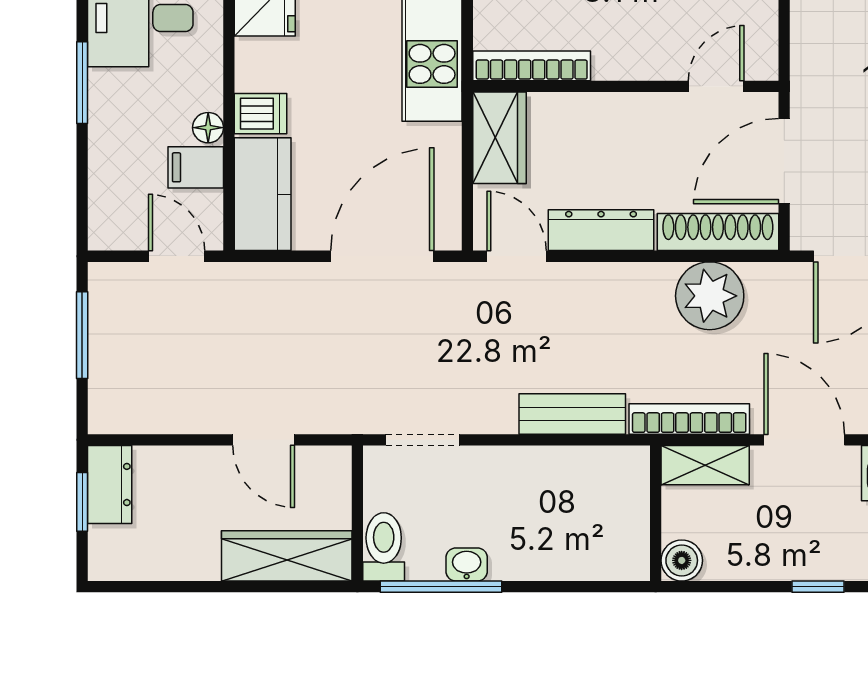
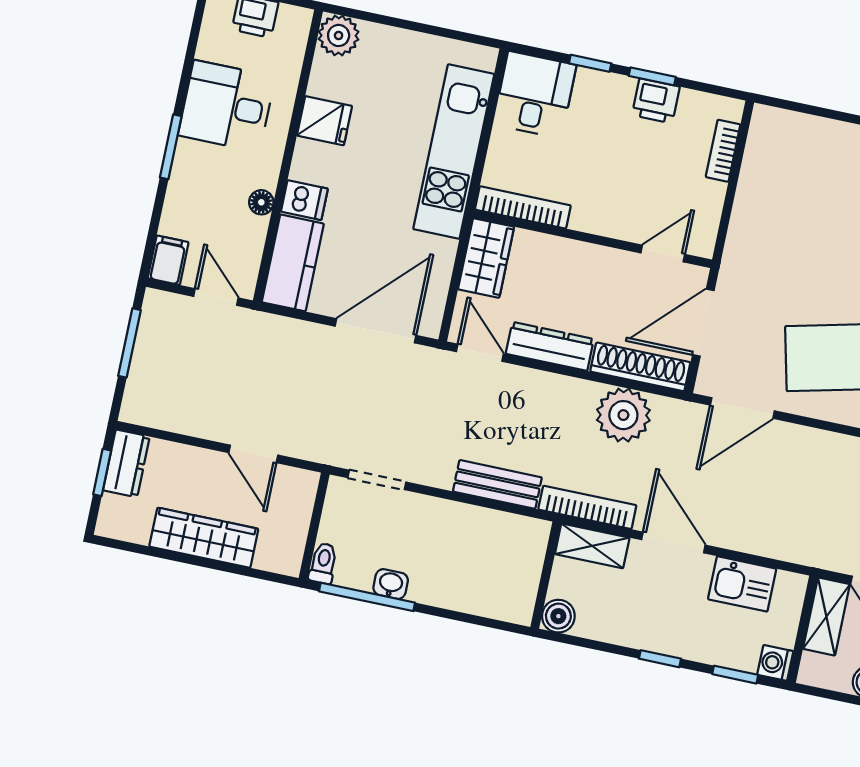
filing cabinet: (196, 167) -> (168, 260), moved, turned 90
toilet: (384, 547) -> (323, 563), width x0.73, depth x0.72
wardrobe: (287, 556) -> (204, 538), moved

